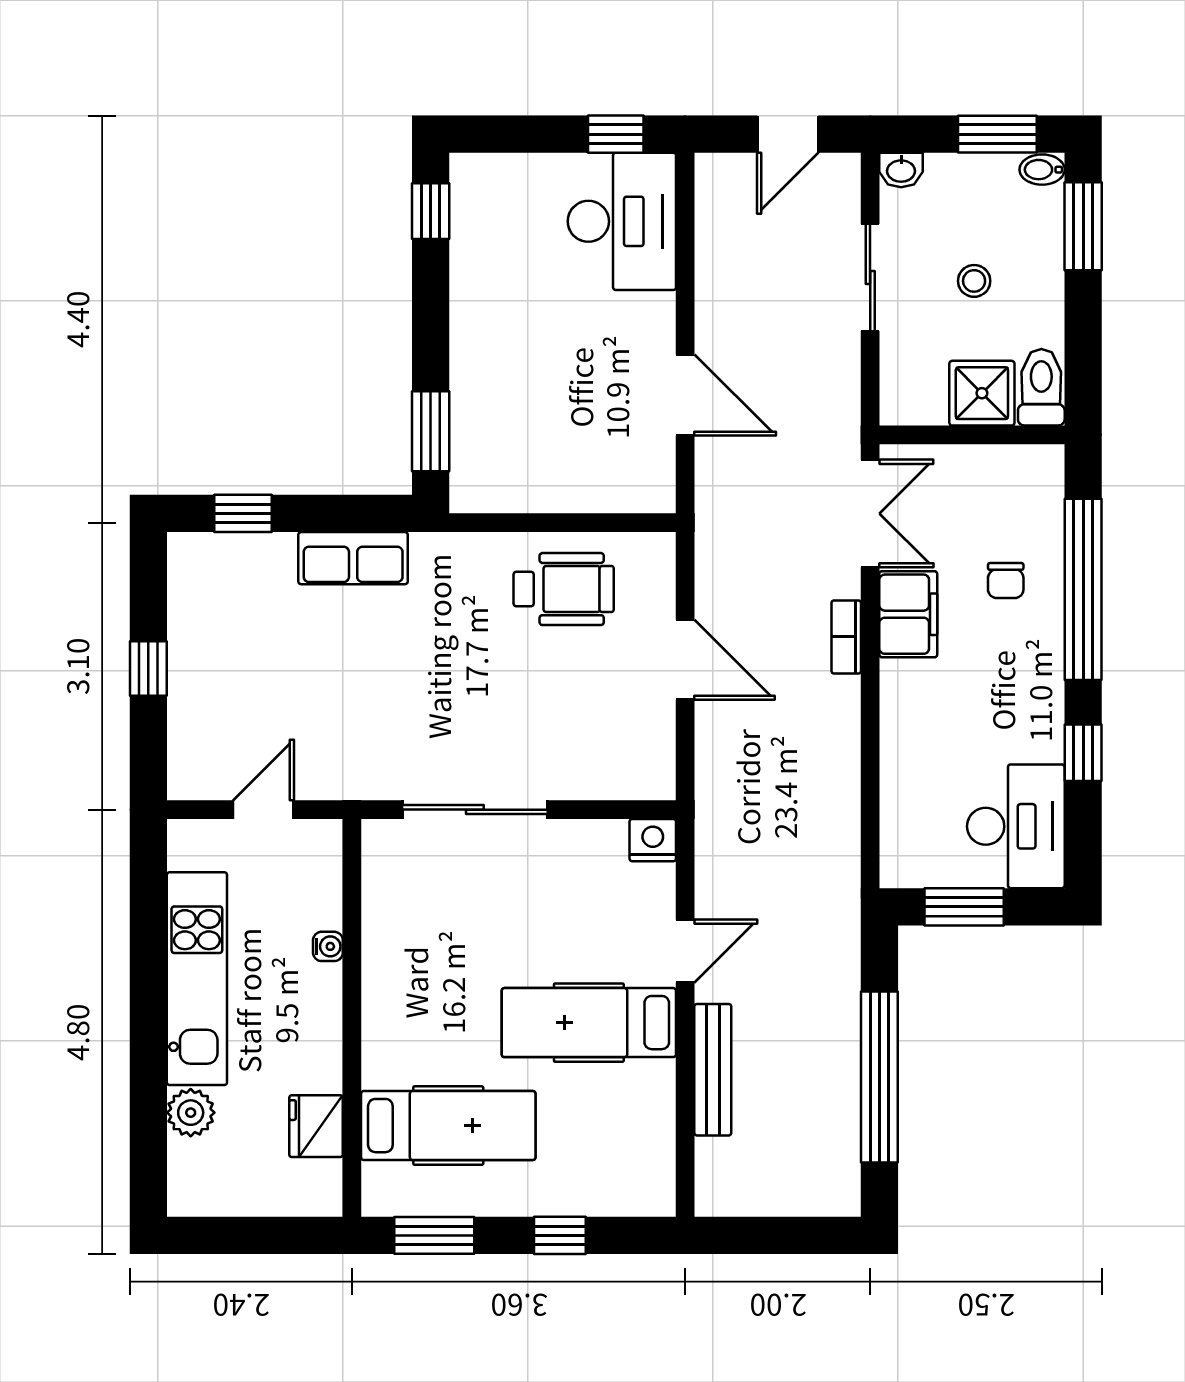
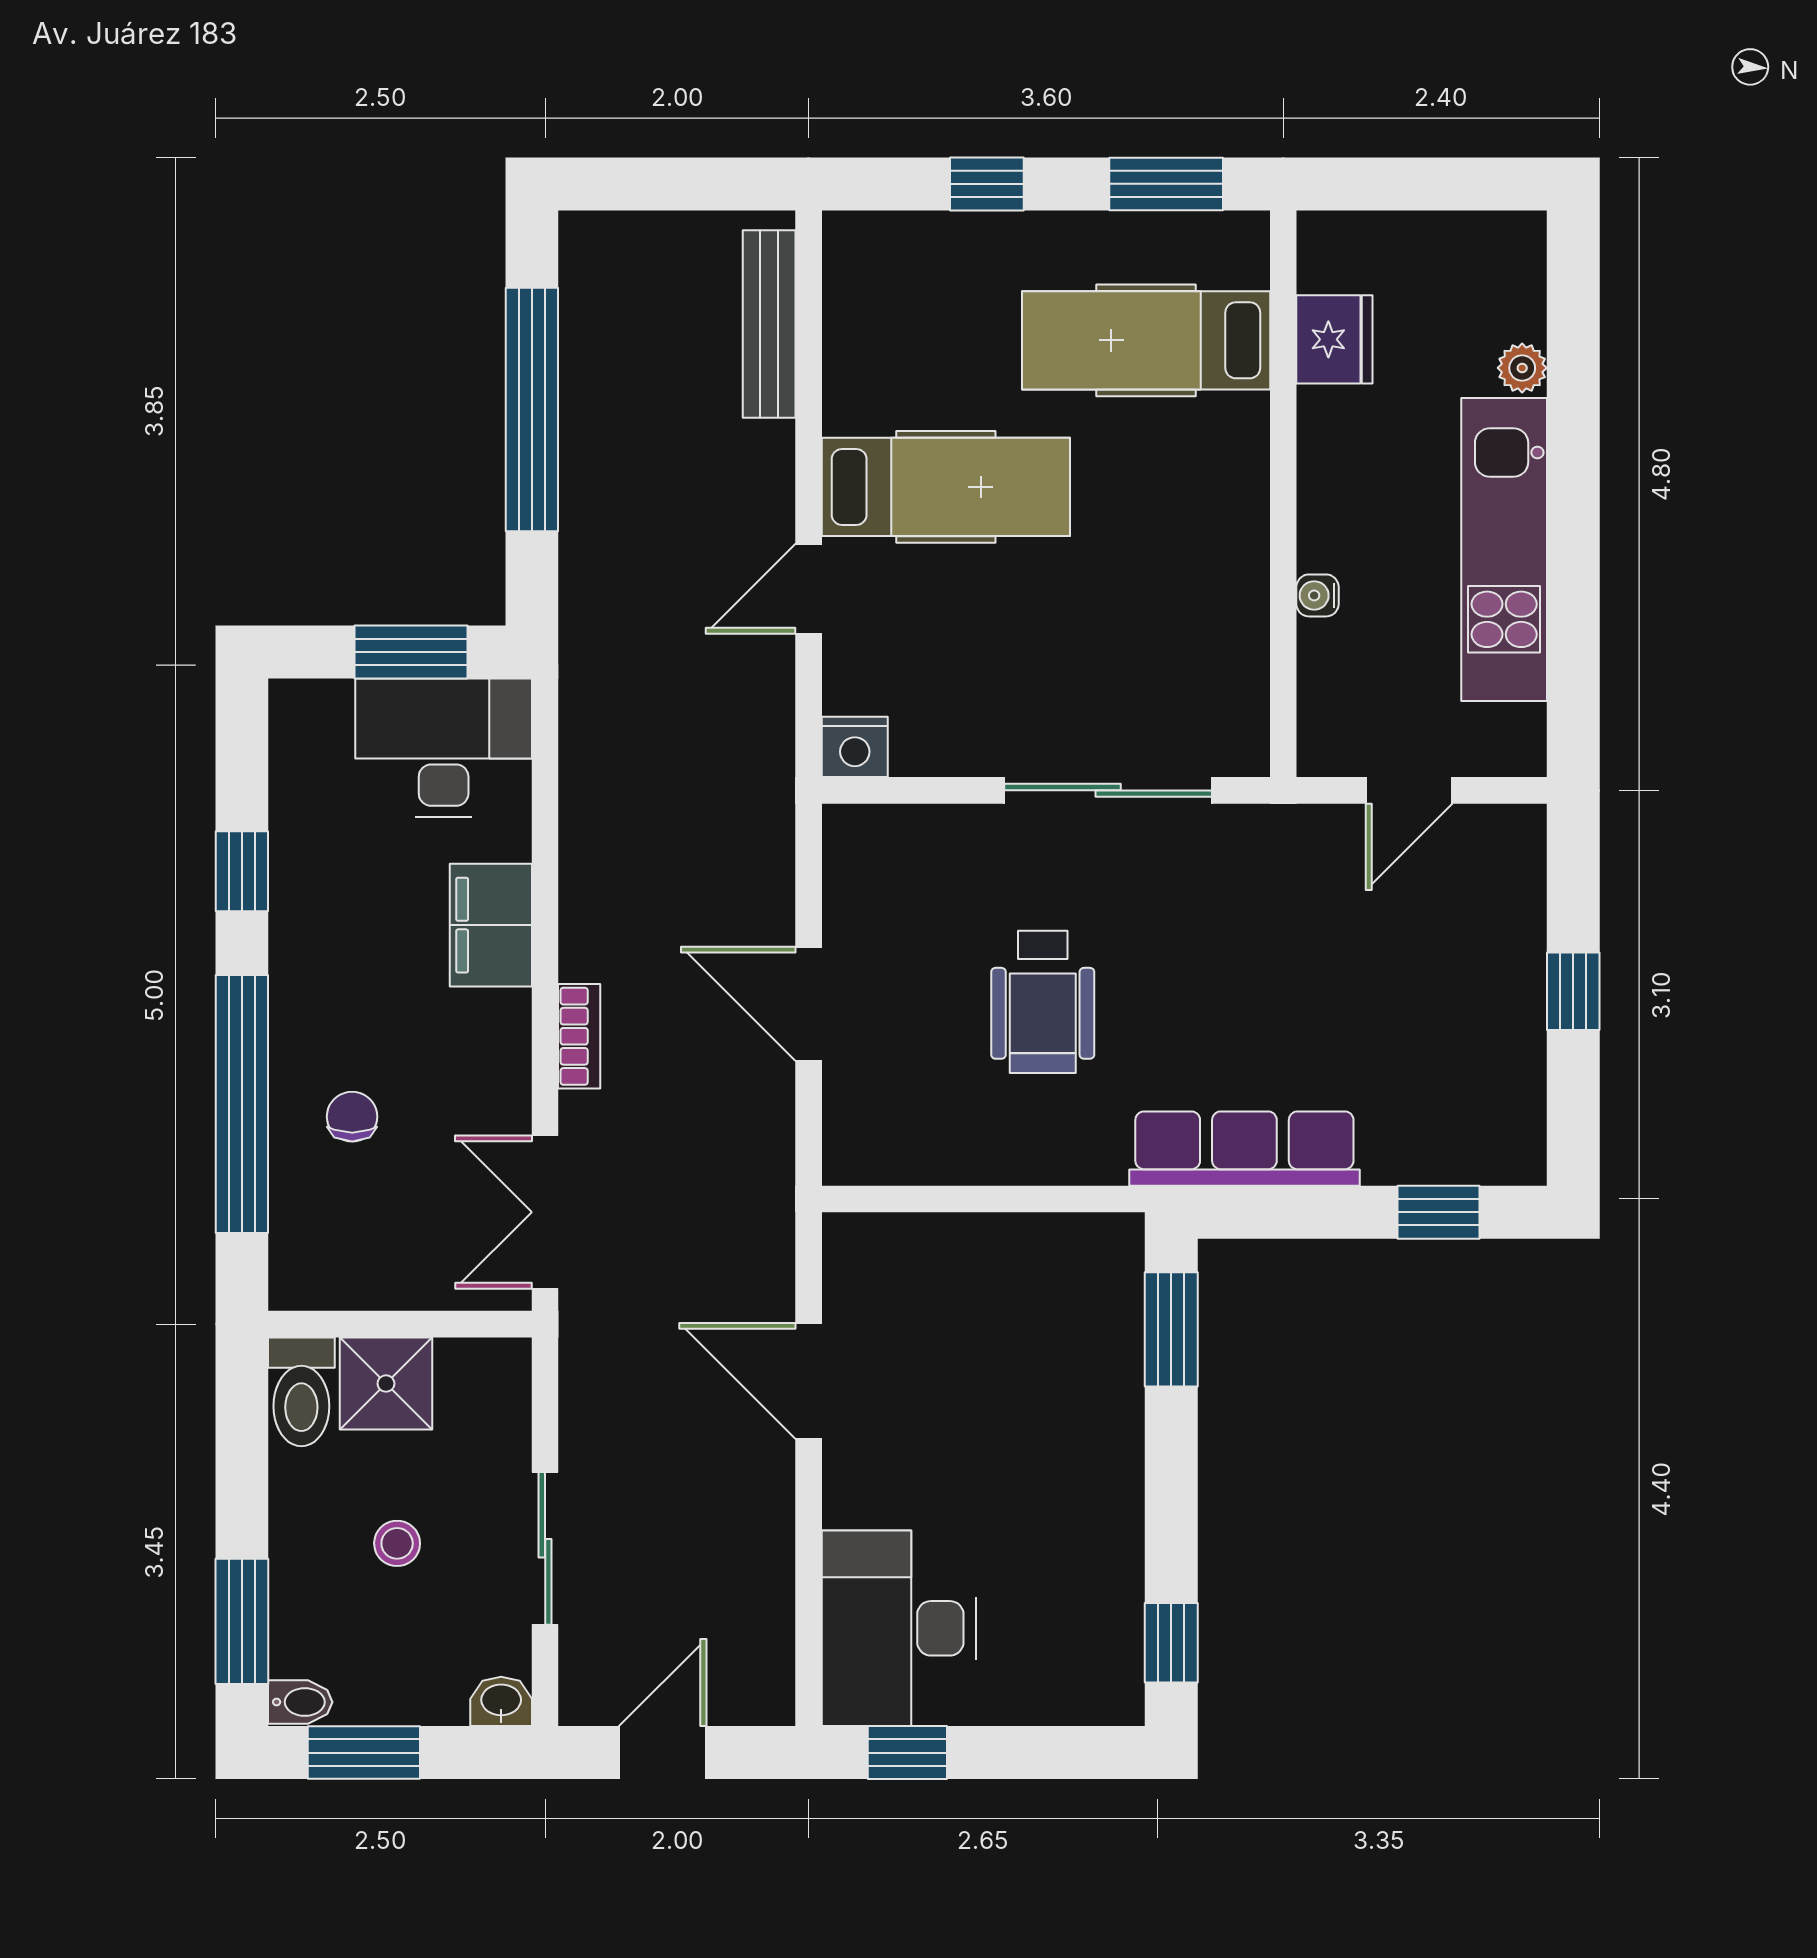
row of seats: (353, 558) -> (1244, 1149), width x1.48
wheelchair: (564, 589) -> (1043, 1002), moved, turned -90
filing cabinet: (908, 614) -> (491, 925), moved
desk: (1016, 826) -> (444, 748), moved, turned 90
bench: (713, 1070) -> (769, 324), moved
plant: (191, 1113) -> (1522, 368), width x0.73, depth x0.73

